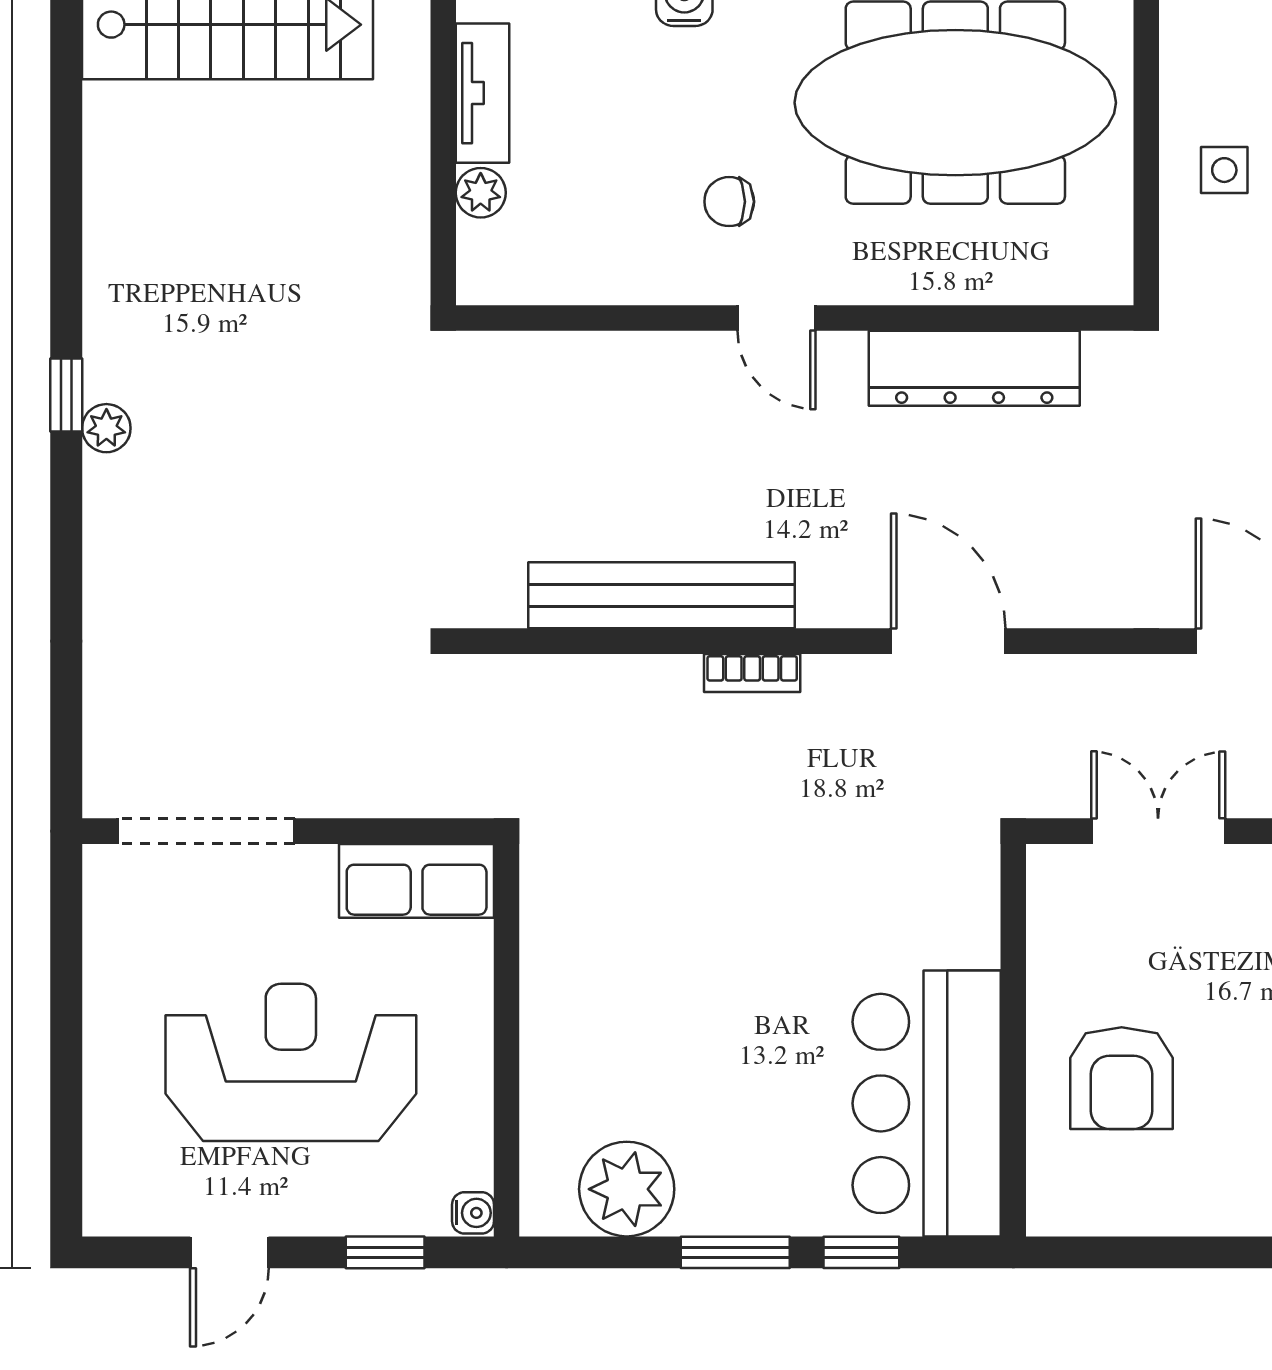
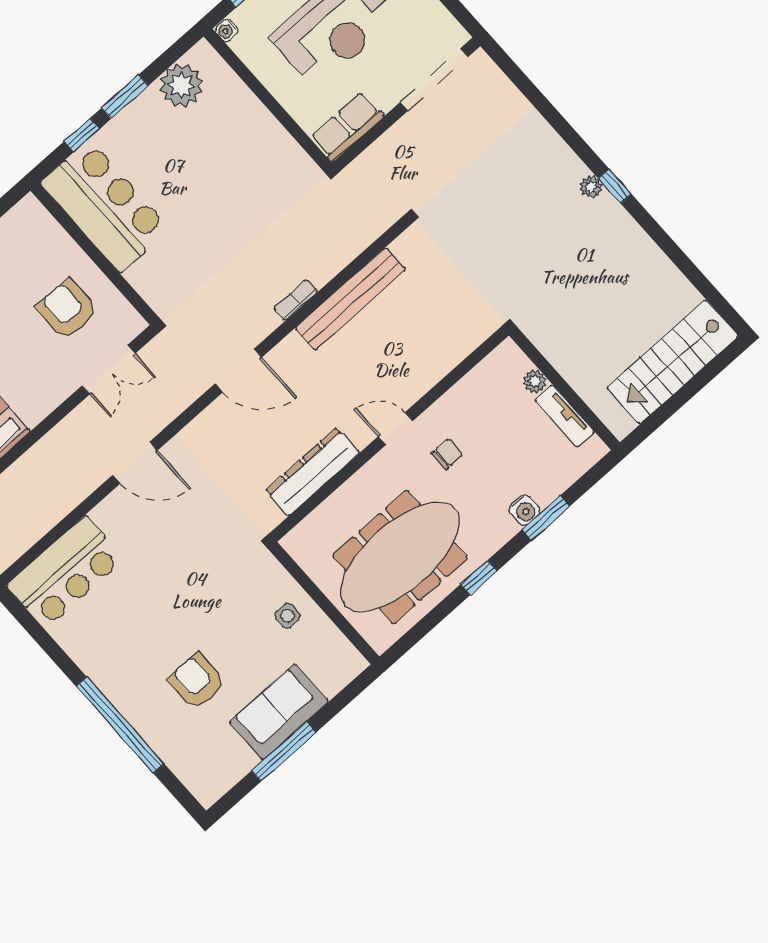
armchair: (1122, 1078) -> (67, 309), moved

